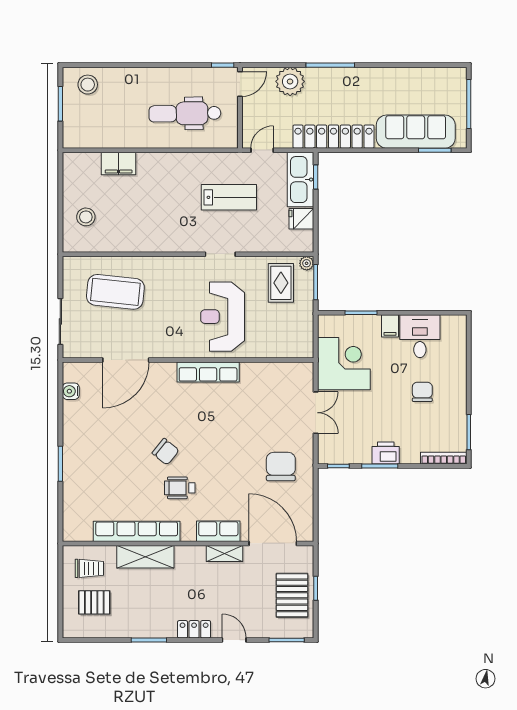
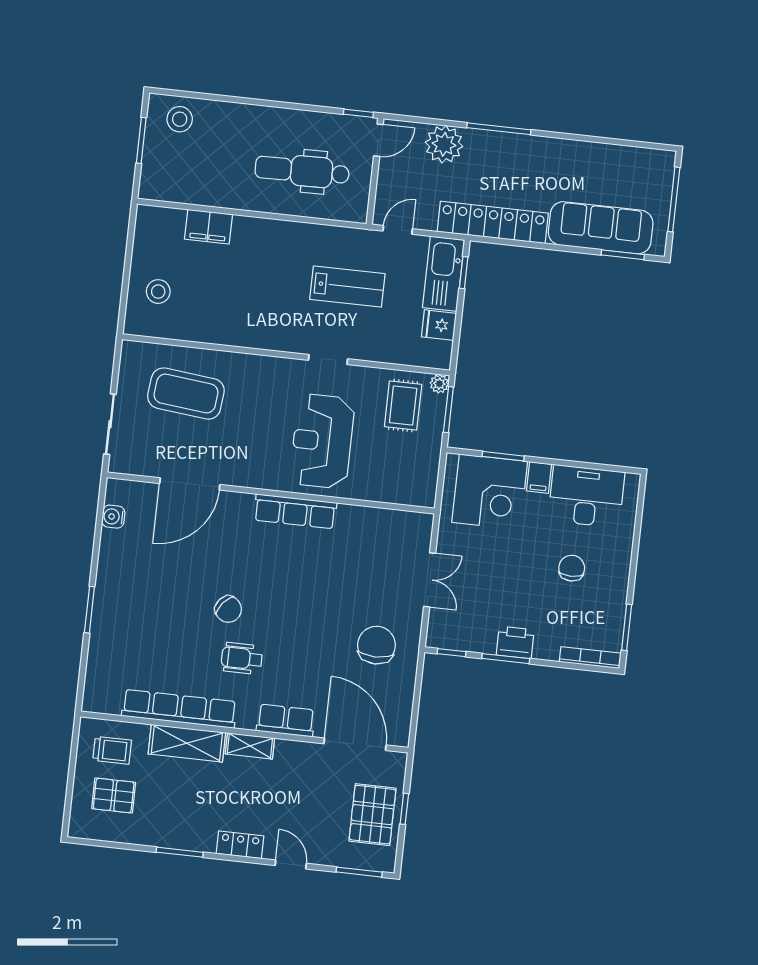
desk: (420, 336) -> (586, 496), width x1.37
corner desk: (344, 364) -> (490, 492), moved, turned 90
shelving: (225, 553) -> (250, 746), moved

